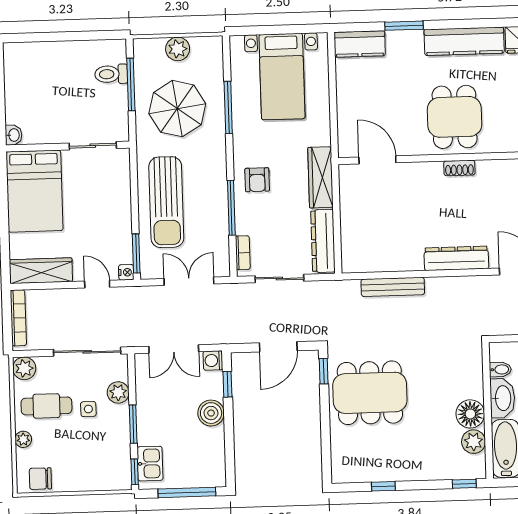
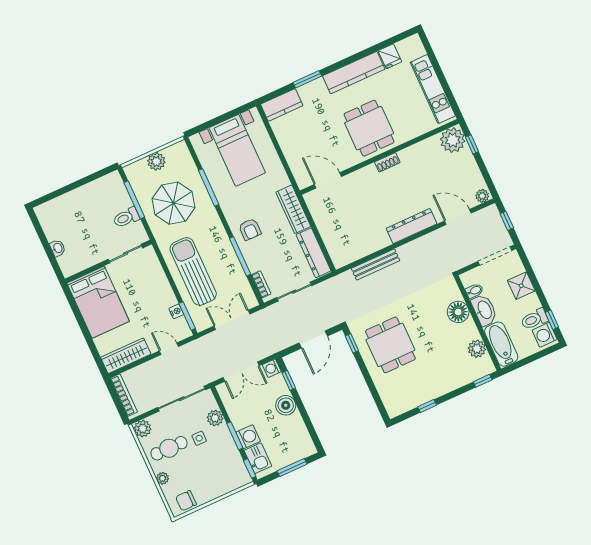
toilet: (111, 74) -> (126, 218), moved
washbasin: (14, 135) -> (58, 248), moved
sun lounger: (166, 202) -> (193, 271), turned 180
nightstand: (126, 272) -> (176, 311), moved
dining table: (370, 393) -> (390, 345), width x0.73
floor lamp: (470, 414) -> (458, 312), moved
washing machine: (149, 432) -> (248, 437), added
window: (187, 492) -> (292, 468), width x0.69

